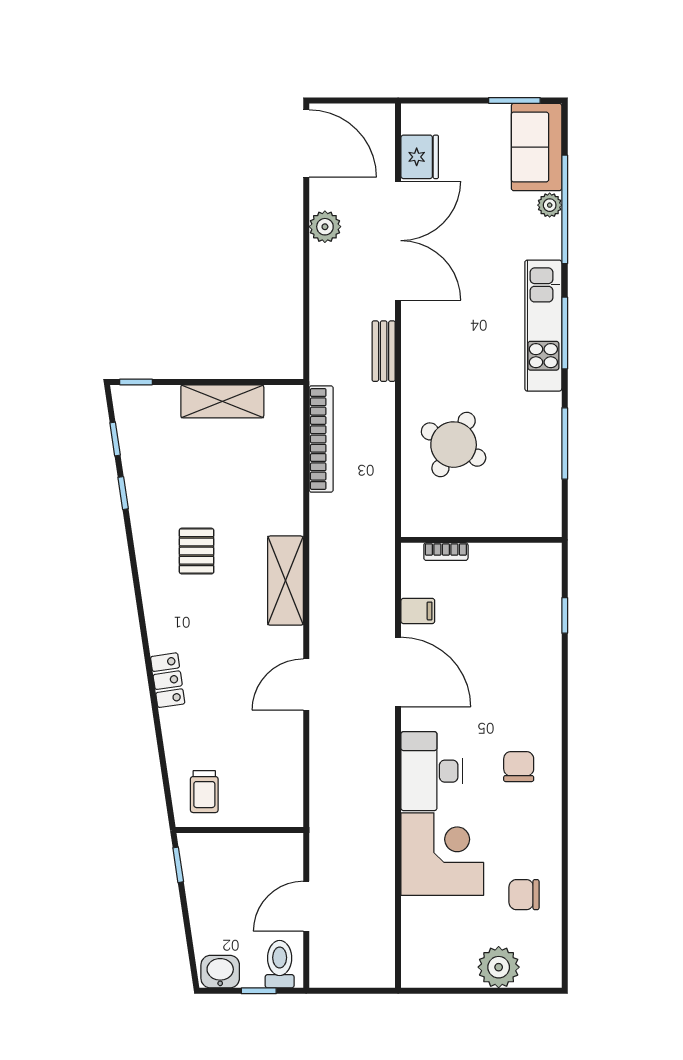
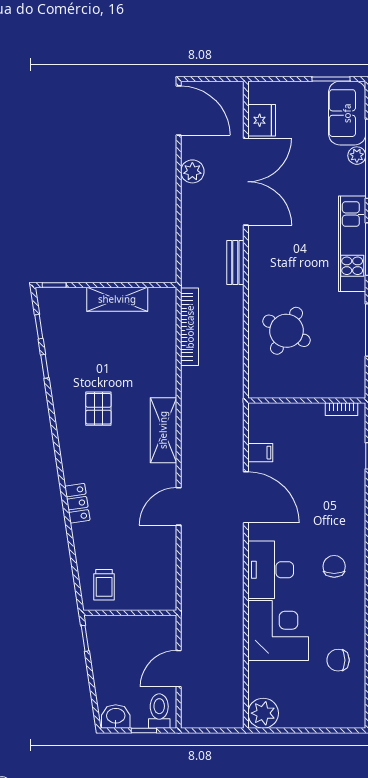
bookcase: (446, 552) -> (342, 409), moved
plant: (499, 967) -> (263, 713), moved

